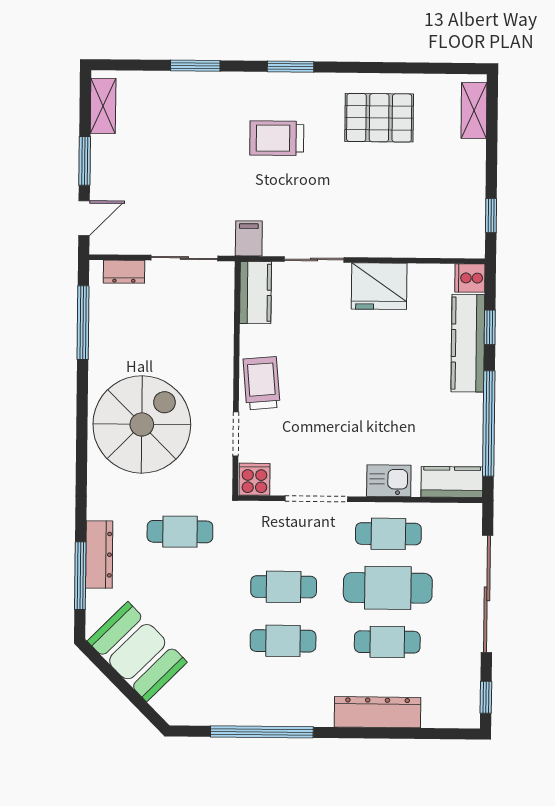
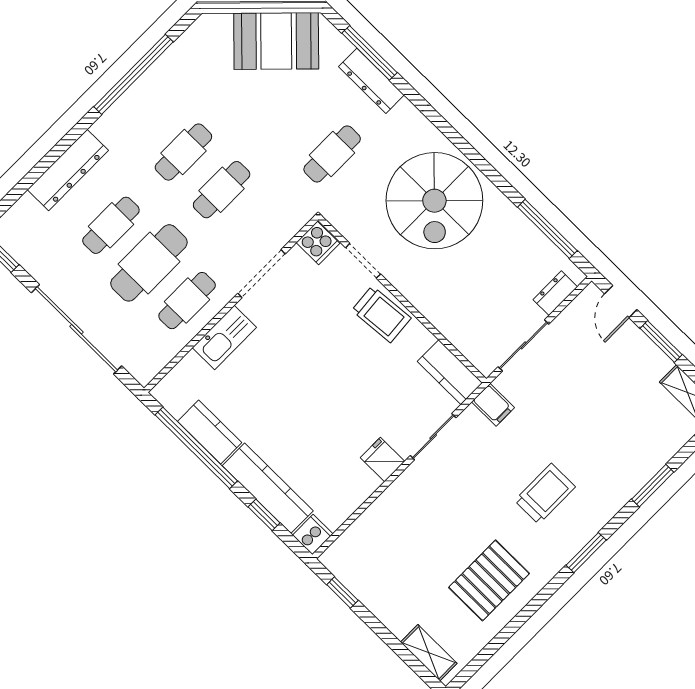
fridge: (379, 286) -> (383, 459), width x0.53, depth x0.75
kitchen sink: (389, 481) -> (224, 337), width x1.38
kitchen counter: (452, 482) -> (210, 432), moved, turned -90

